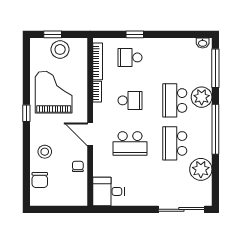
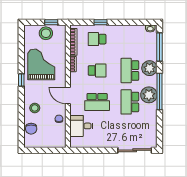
window: (53, 34) -> (51, 22), moved
plant: (201, 169) -> (149, 95), moved
desk: (108, 191) -> (81, 126), moved

